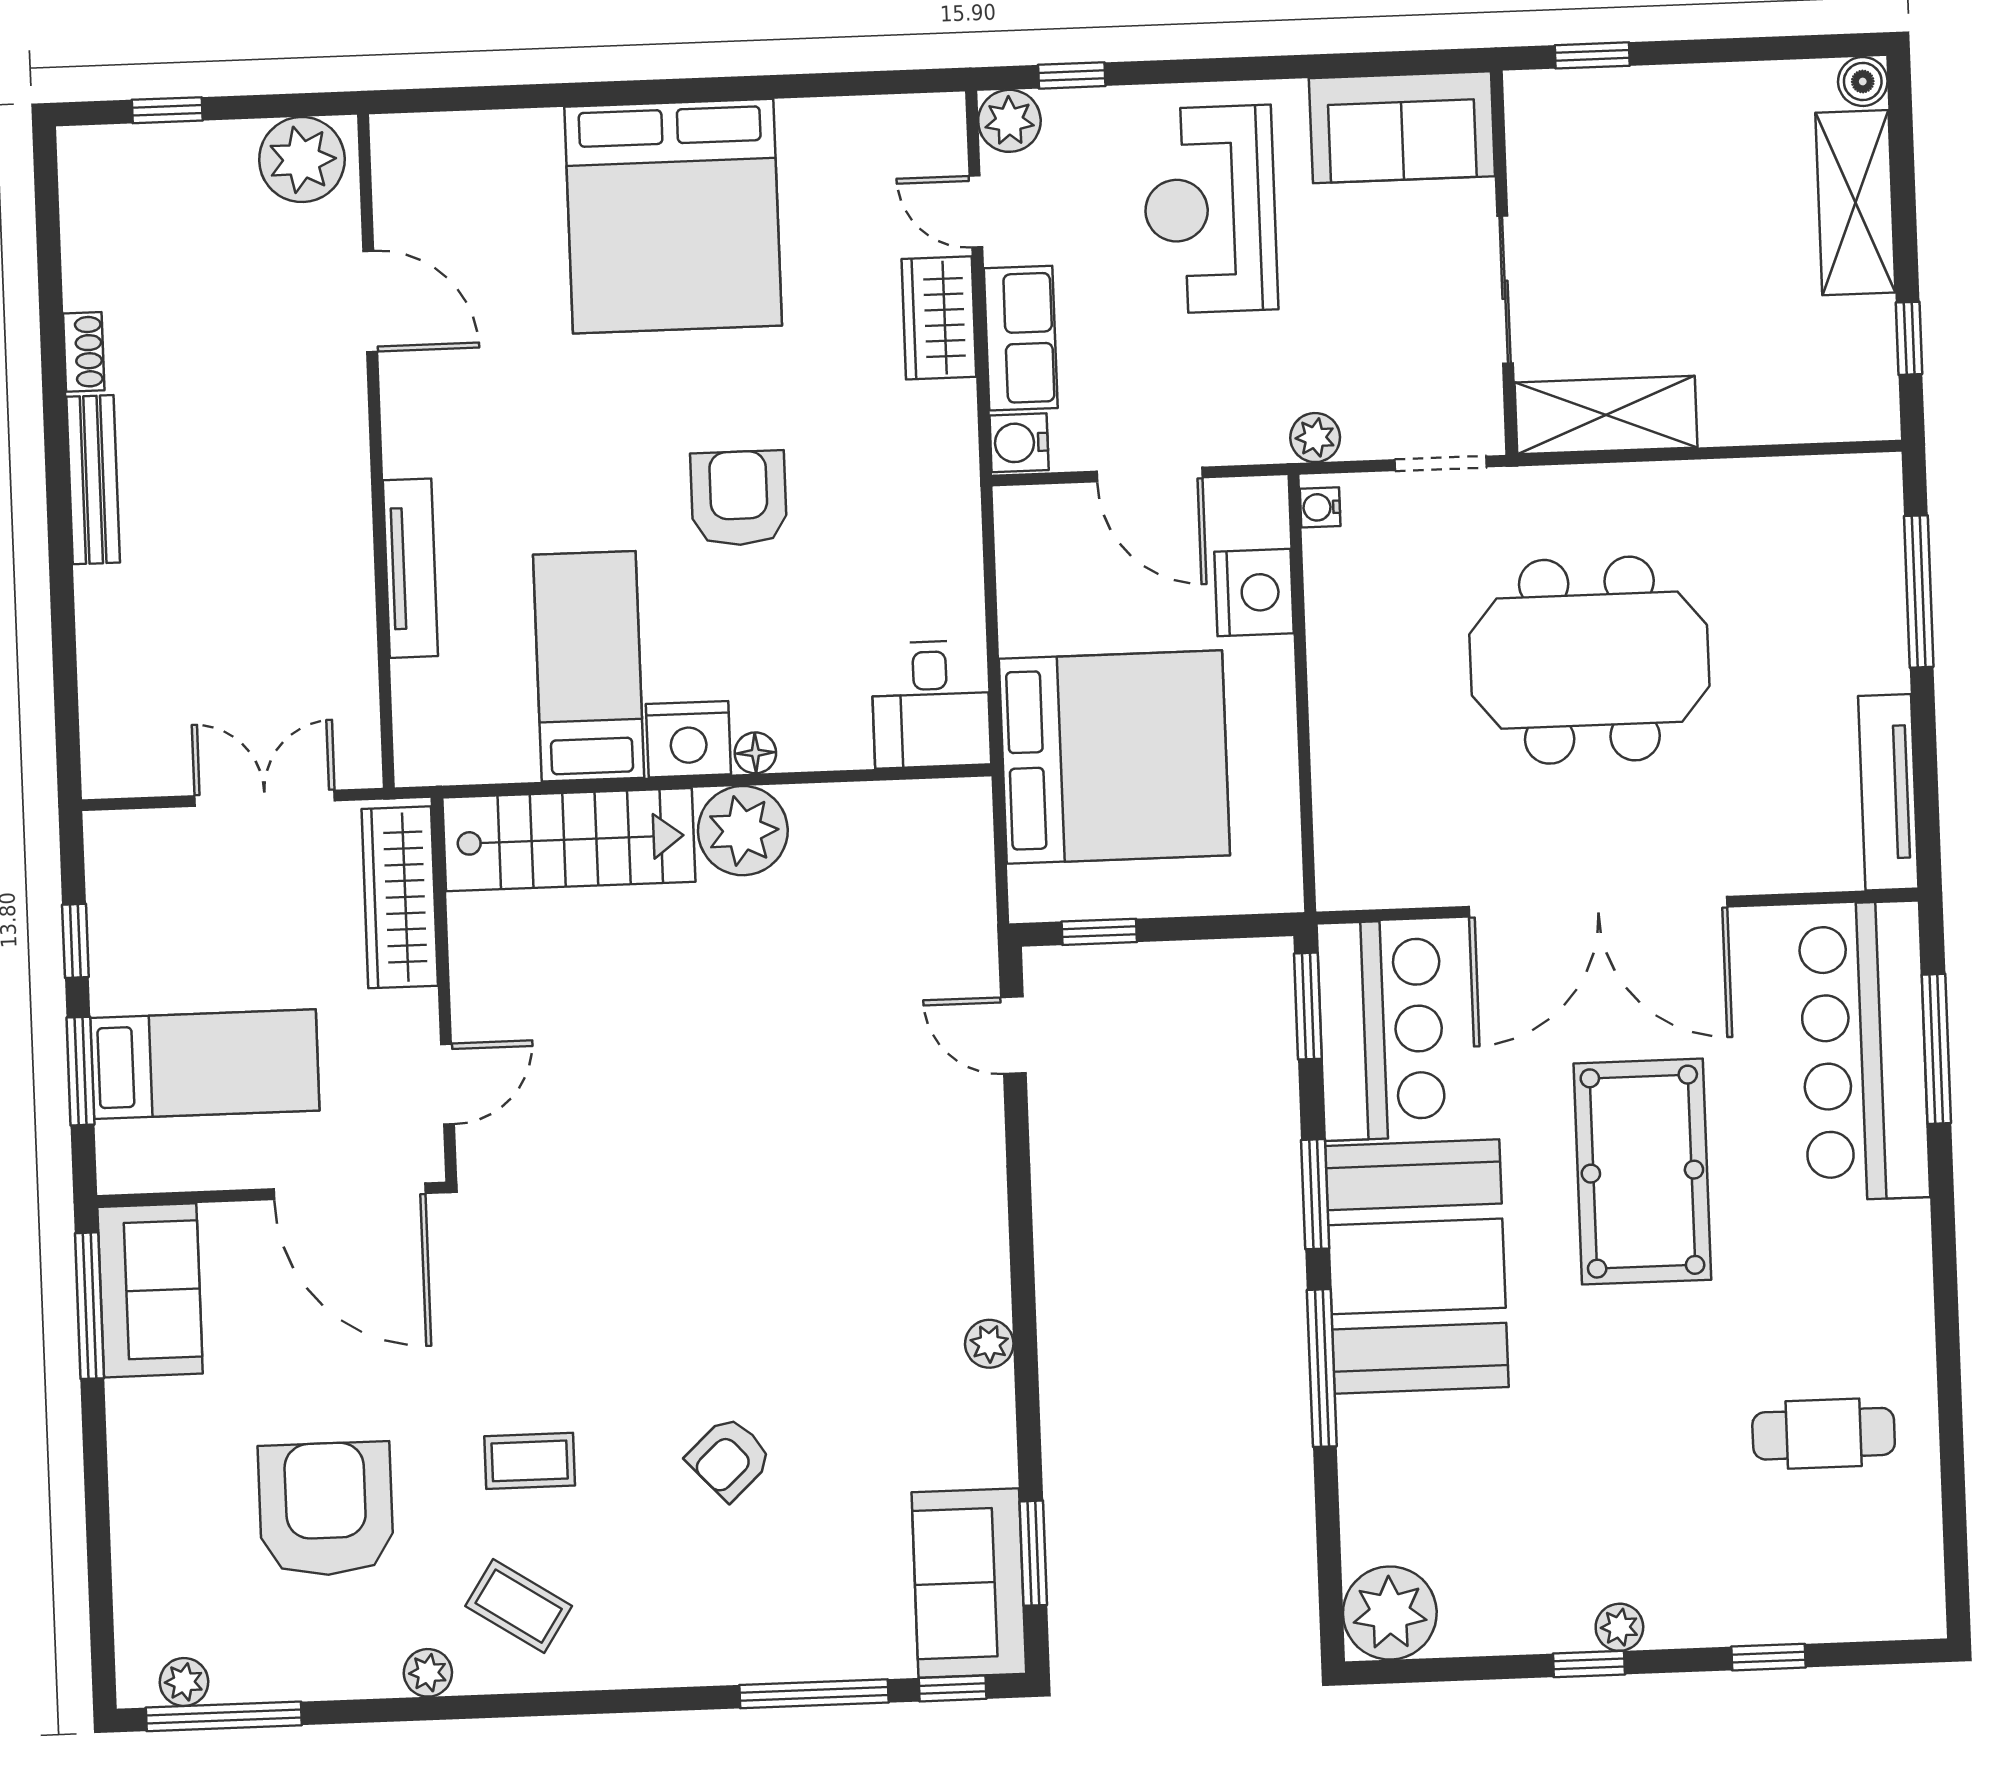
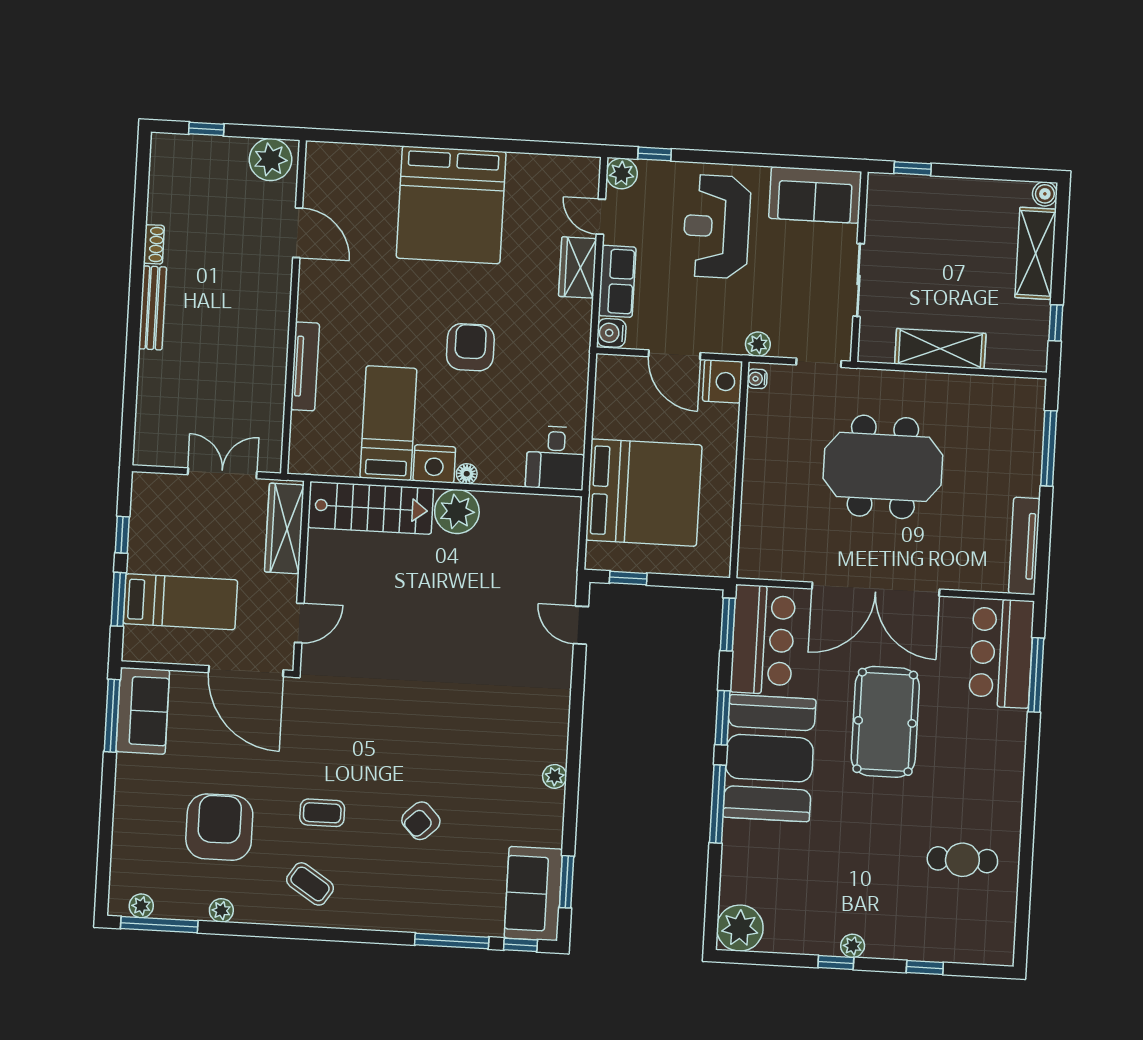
shelving: (1606, 415) -> (940, 349), moved
nightstand: (1254, 593) -> (722, 381), moved
bar counter: (1864, 1051) -> (1001, 653), width x0.73
plant: (428, 1673) -> (221, 910), moved

